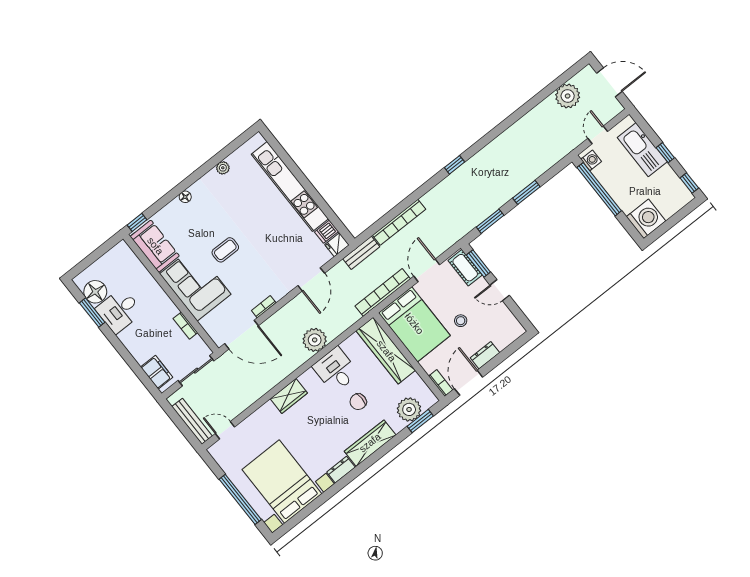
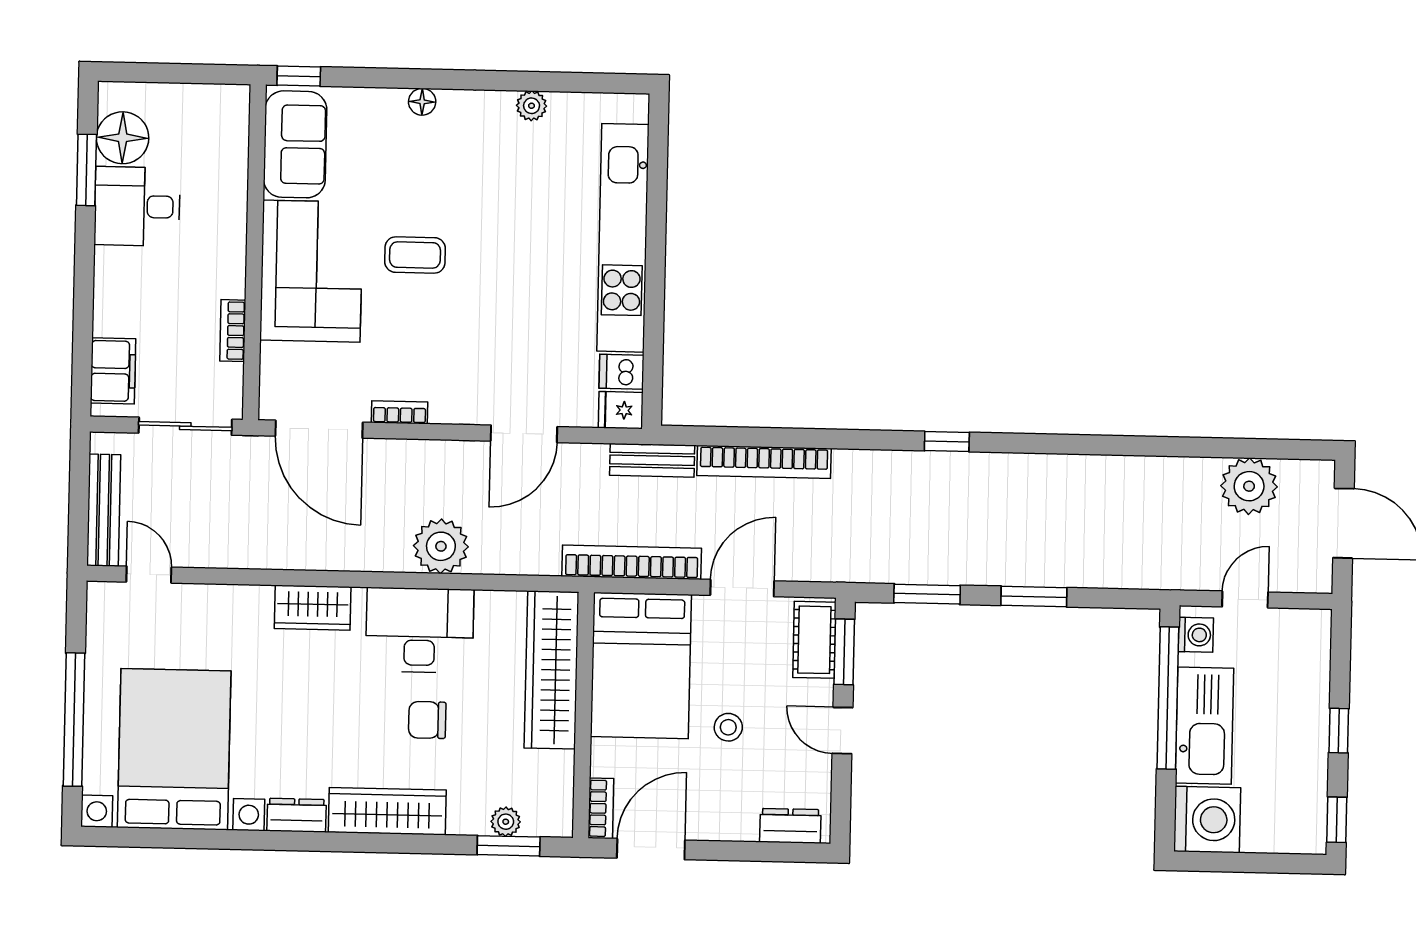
kitchen sink: (642, 150) -> (1204, 726), moved, turned 180
dresser: (485, 355) -> (790, 826), moved
desk: (336, 370) -> (420, 630), width x1.37
plant: (409, 409) -> (506, 822), width x0.53, depth x0.53

